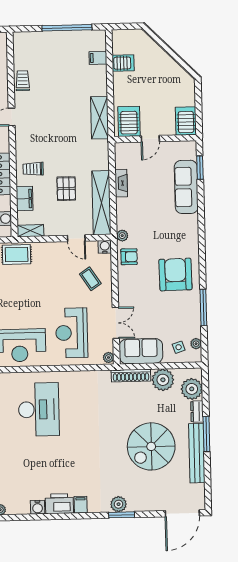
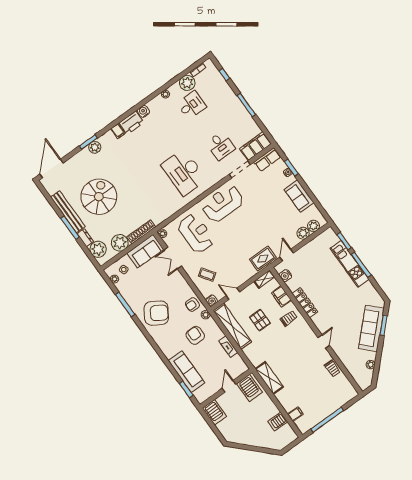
armchair: (149, 221) -> (195, 335), added
armchair: (175, 275) -> (156, 313), turned -57

